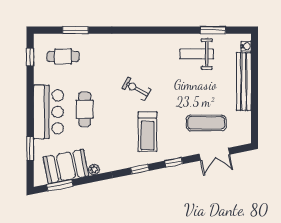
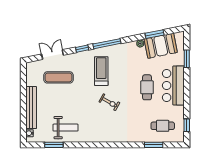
window: (140, 169) -> (107, 44), width x2.17
window: (60, 185) -> (155, 34), moved

